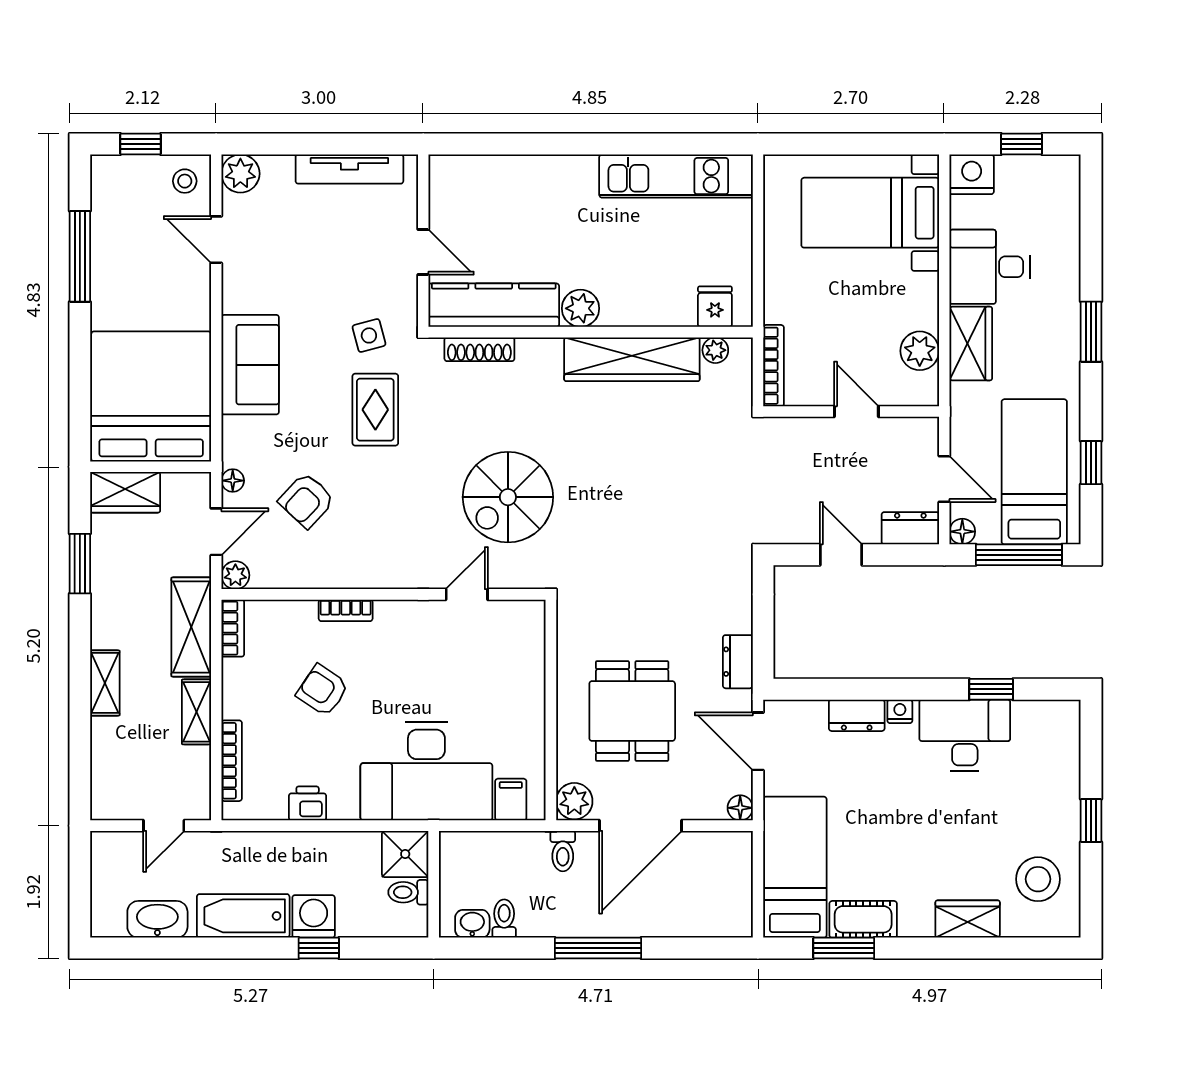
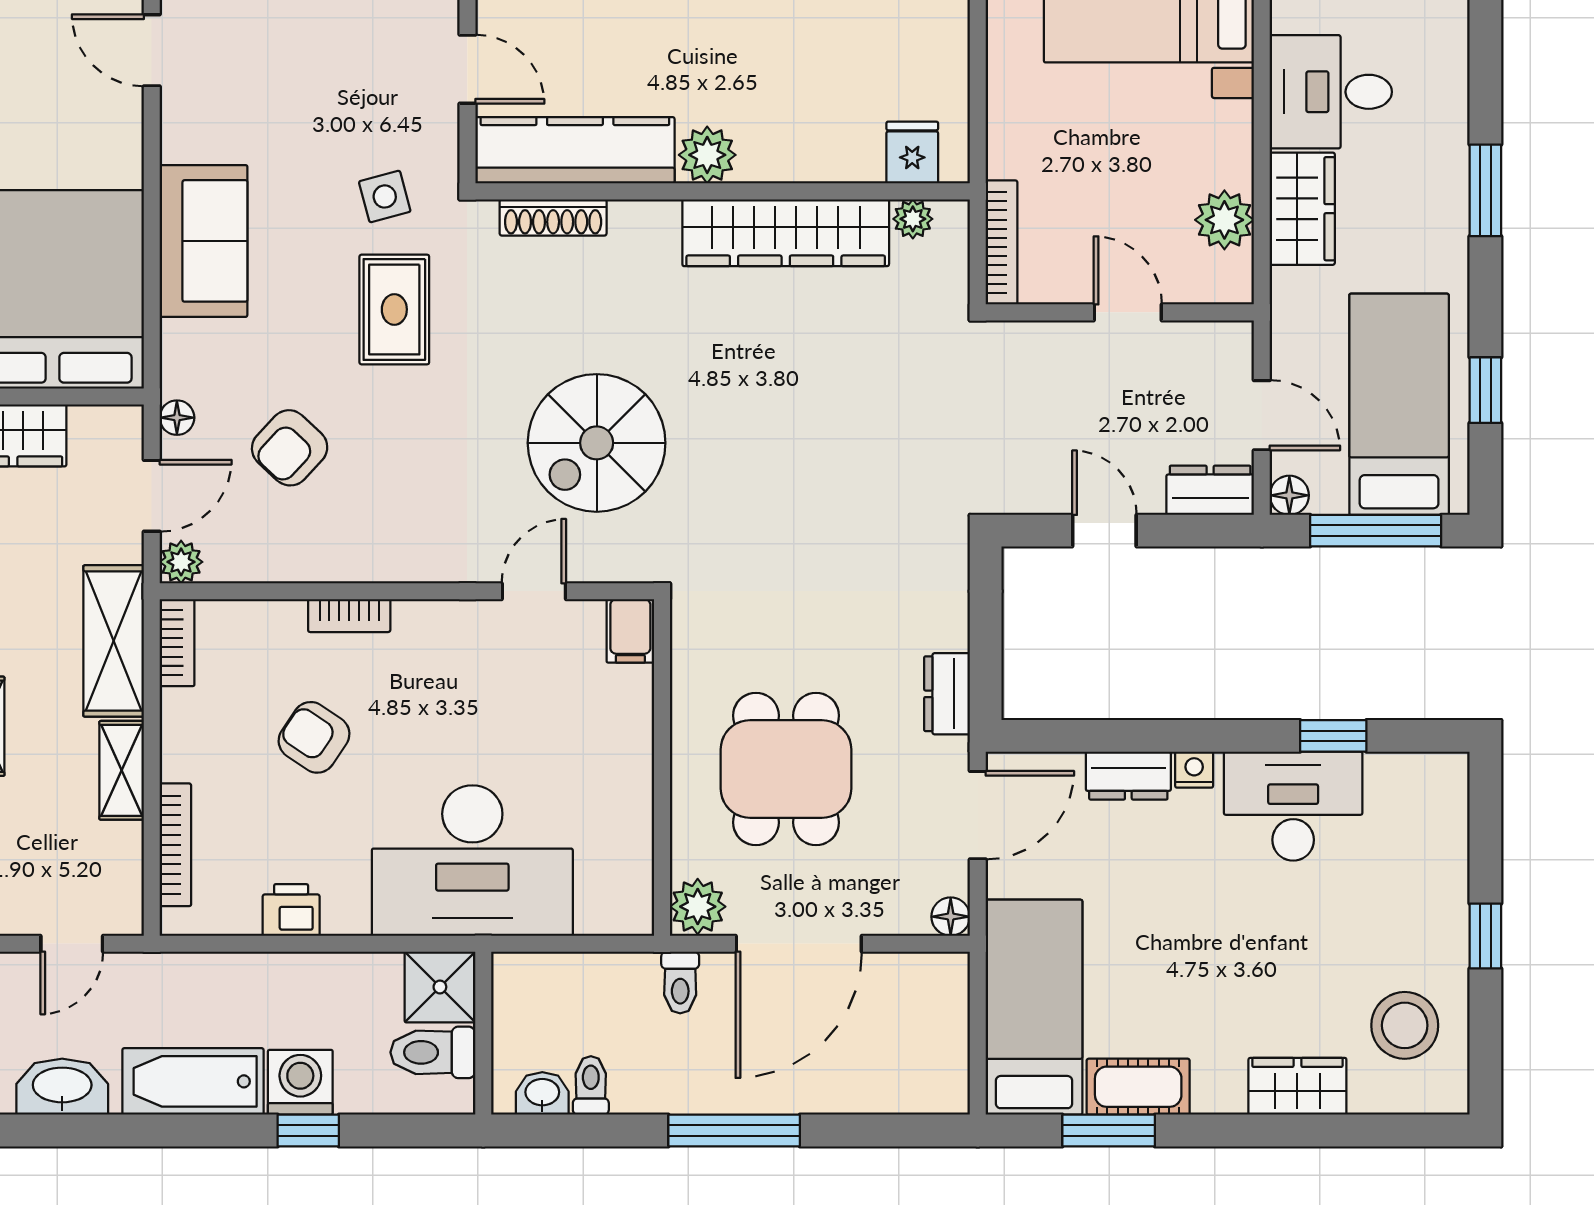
door: (758, 741) -> (978, 815), swing flipped
filing cabinet: (511, 800) -> (630, 631), moved, turned 180
toilet: (408, 892) -> (433, 1052), width x1.37, depth x1.39

